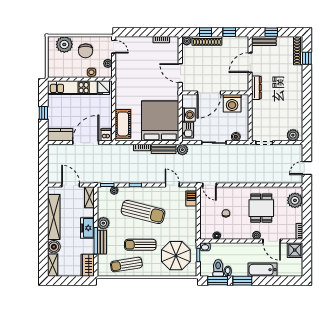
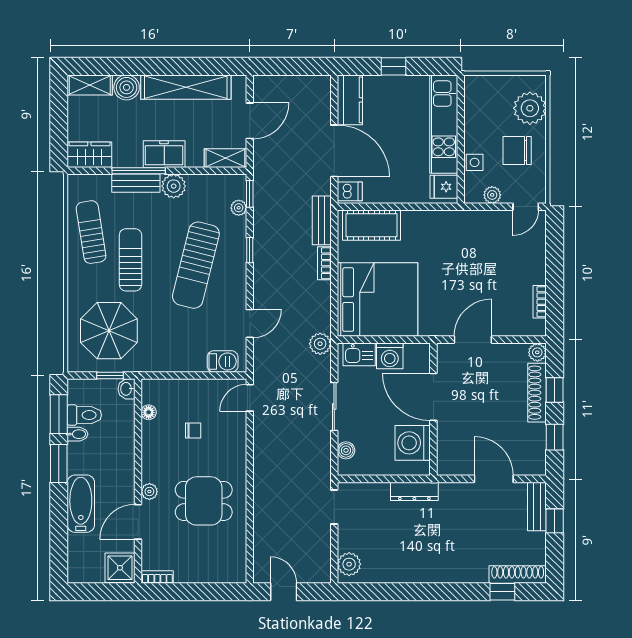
dresser: (256, 88) -> (414, 491), moved
bench: (164, 149) -> (322, 220), moved
plant: (295, 200) -> (219, 568), removed

